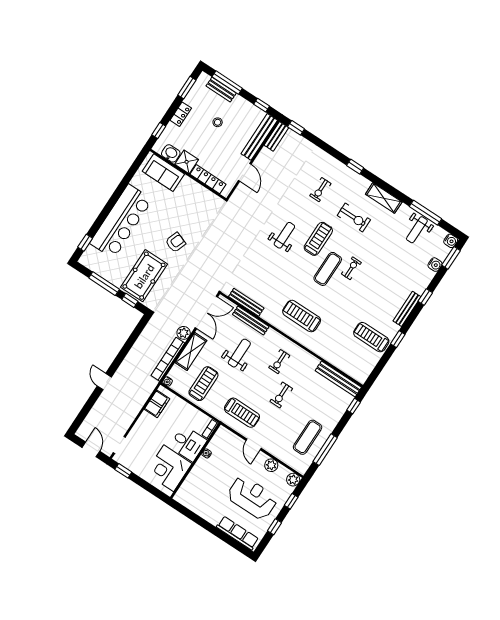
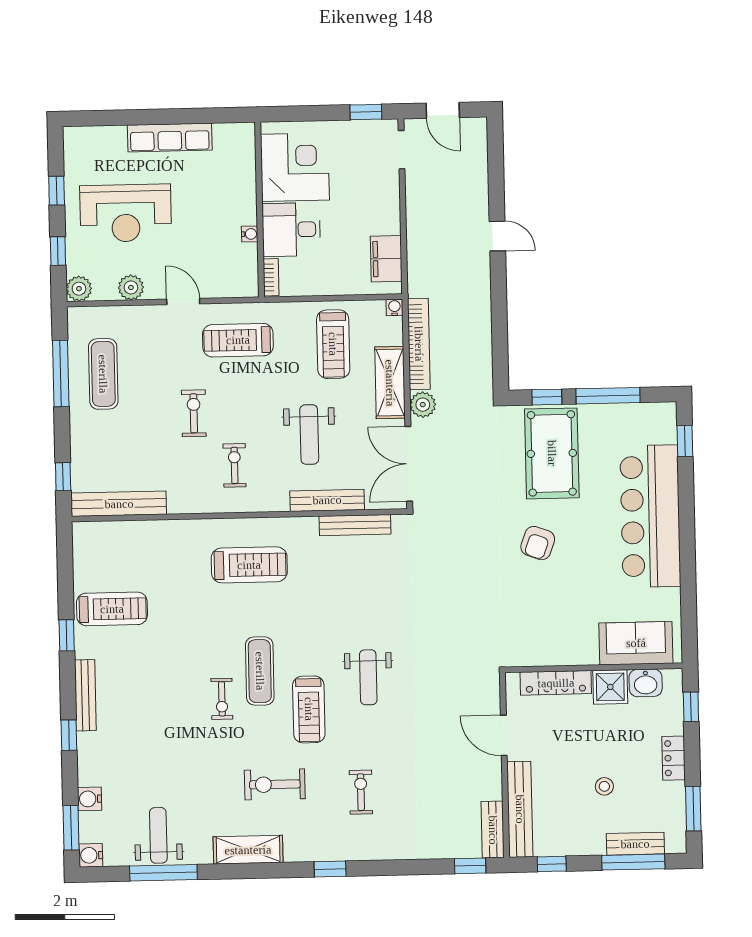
row of seats: (238, 533) -> (170, 138), moved

